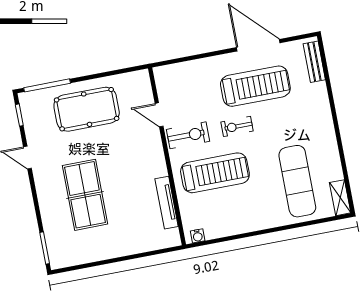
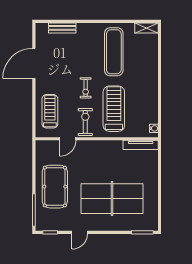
bench: (314, 62) -> (62, 28), moved
treadmill: (255, 86) -> (50, 111), moved, width x0.73, depth x0.73
exercise mat: (297, 181) -> (114, 52), moved, turned 90
table tennis table: (85, 195) -> (112, 199), width x1.36, depth x1.32
tv unit: (167, 203) -> (141, 145), moved

